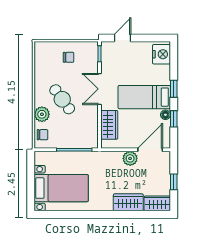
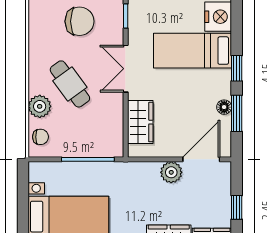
chair: (69, 57) -> (80, 21), width x1.87, depth x1.87
bed: (144, 97) -> (192, 51), moved
window: (174, 119) -> (237, 113), width x1.50

